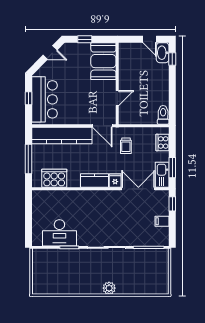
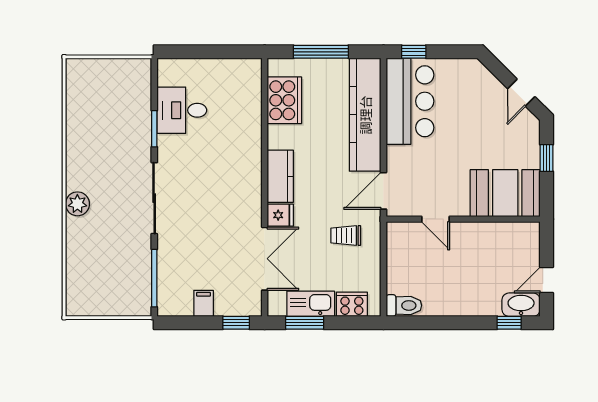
window: (28, 98) -> (414, 52), moved
bar counter: (45, 99) -> (410, 101), moved, turned -90
kitchen sink: (162, 175) -> (311, 304), moved
desk: (59, 233) -> (182, 110), width x0.73

